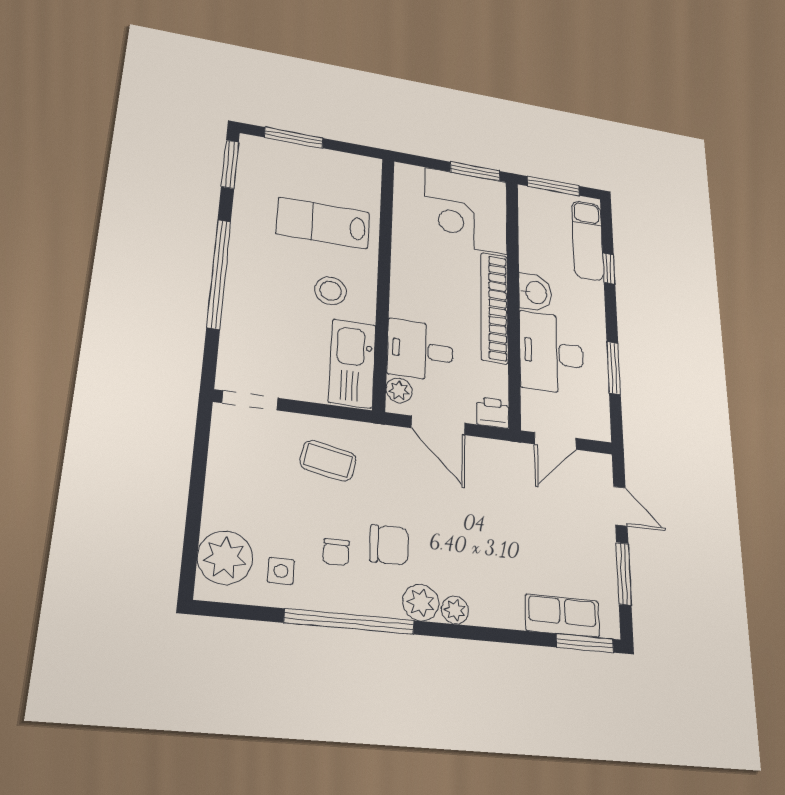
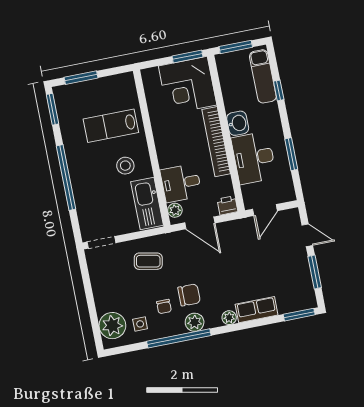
plant: (421, 603) -> (195, 322), moved
row of seats: (562, 616) -> (257, 310), moved

